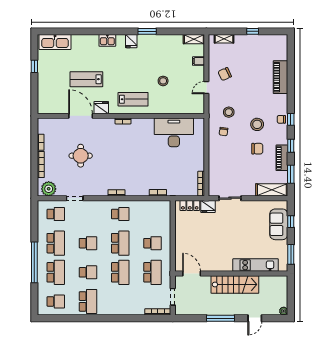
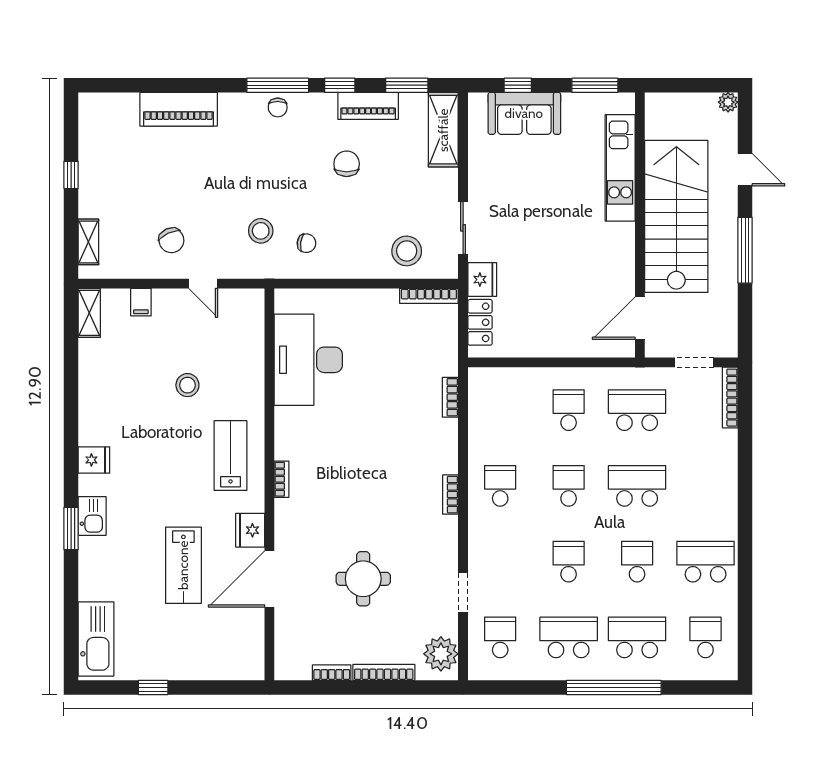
window: (147, 31) -> (71, 529), moved
window: (291, 119) -> (278, 85), width x2.17
stool: (257, 124) -> (407, 251), moved
school desk: (120, 243) -> (569, 486), width x0.54
stairs: (235, 284) -> (676, 216), width x1.36, depth x1.51

